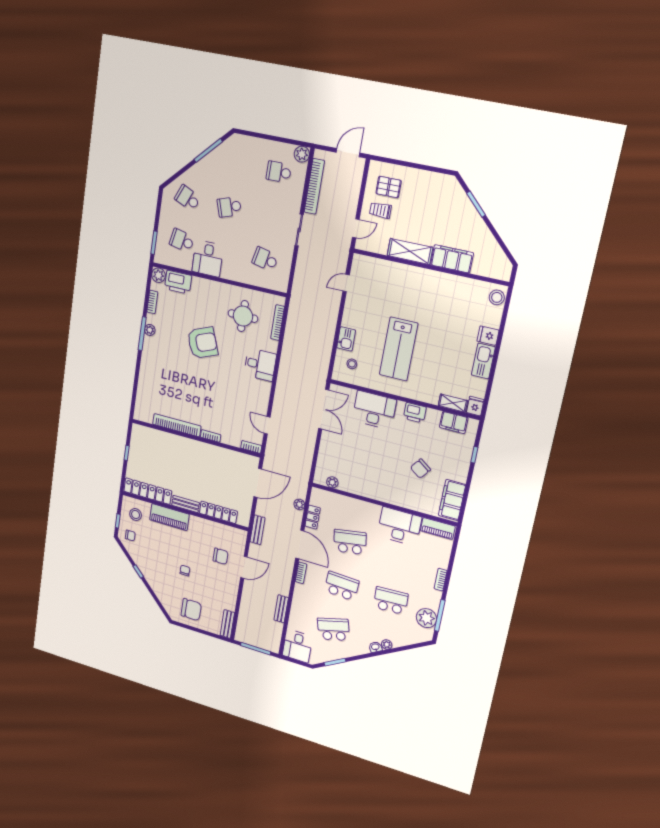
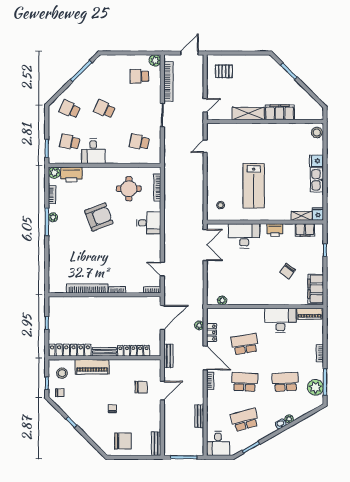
school desk: (229, 207) -> (105, 109), turned 42
trolley: (380, 210) -> (221, 89), removed
kitchen sink: (346, 339) -> (213, 187), removed

